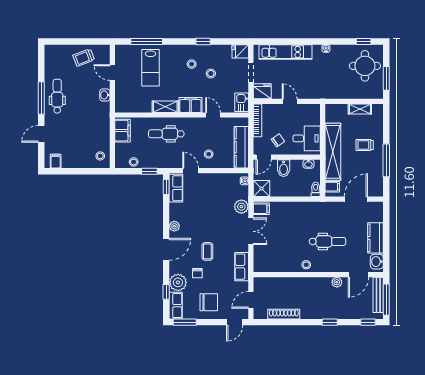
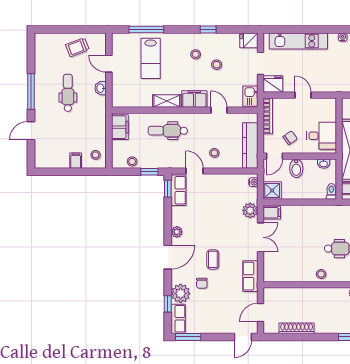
dental chair: (57, 96) -> (68, 93), moved
filing cabinet: (56, 161) -> (76, 161), moved
chair: (209, 302) -> (214, 315), removed

